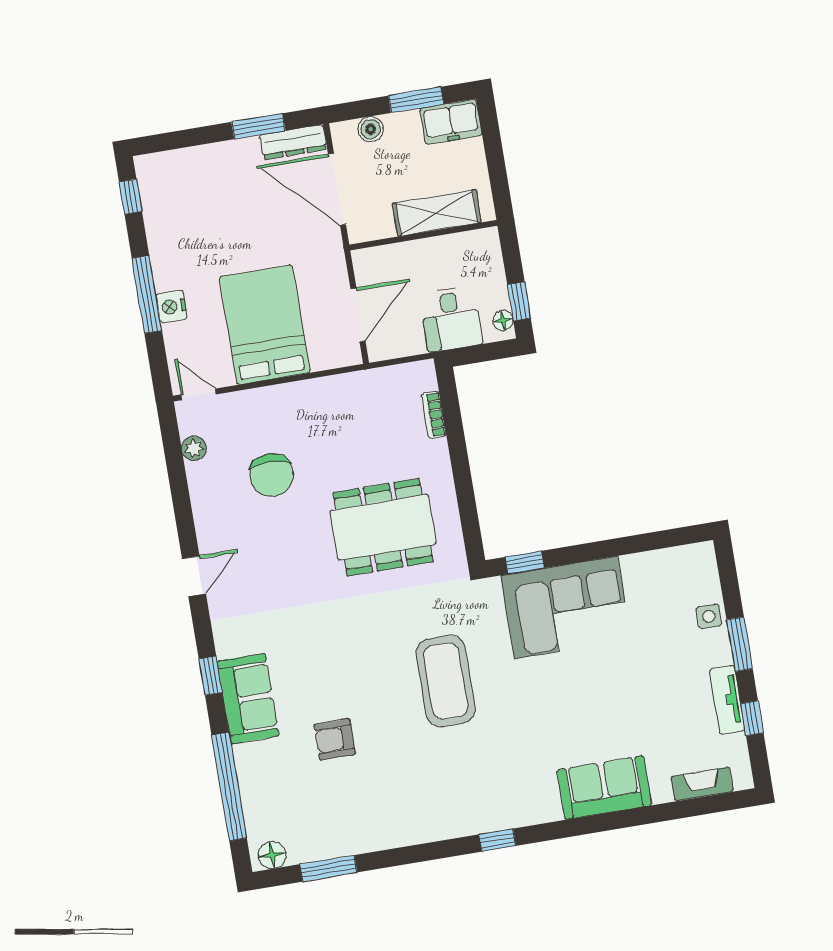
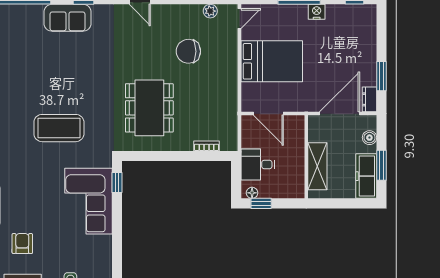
freezer: (451, 122) -> (366, 176), width x1.40
dresser: (293, 142) -> (369, 99), width x0.70
nightstand: (172, 307) -> (317, 12), moved
armchair: (335, 739) -> (22, 244), moved

